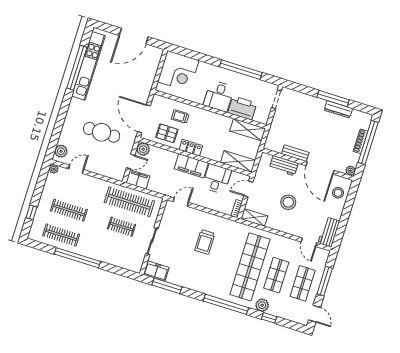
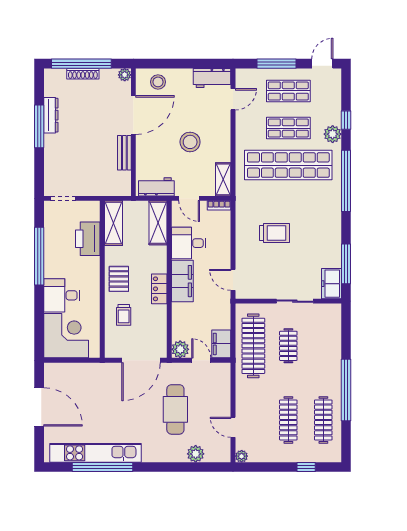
desk: (219, 96) -> (62, 295), moved, turned 180
pallet: (167, 133) -> (119, 279), moved
plant: (61, 151) -> (196, 454), moved
workbench: (284, 166) -> (156, 187), moved, turned -90

